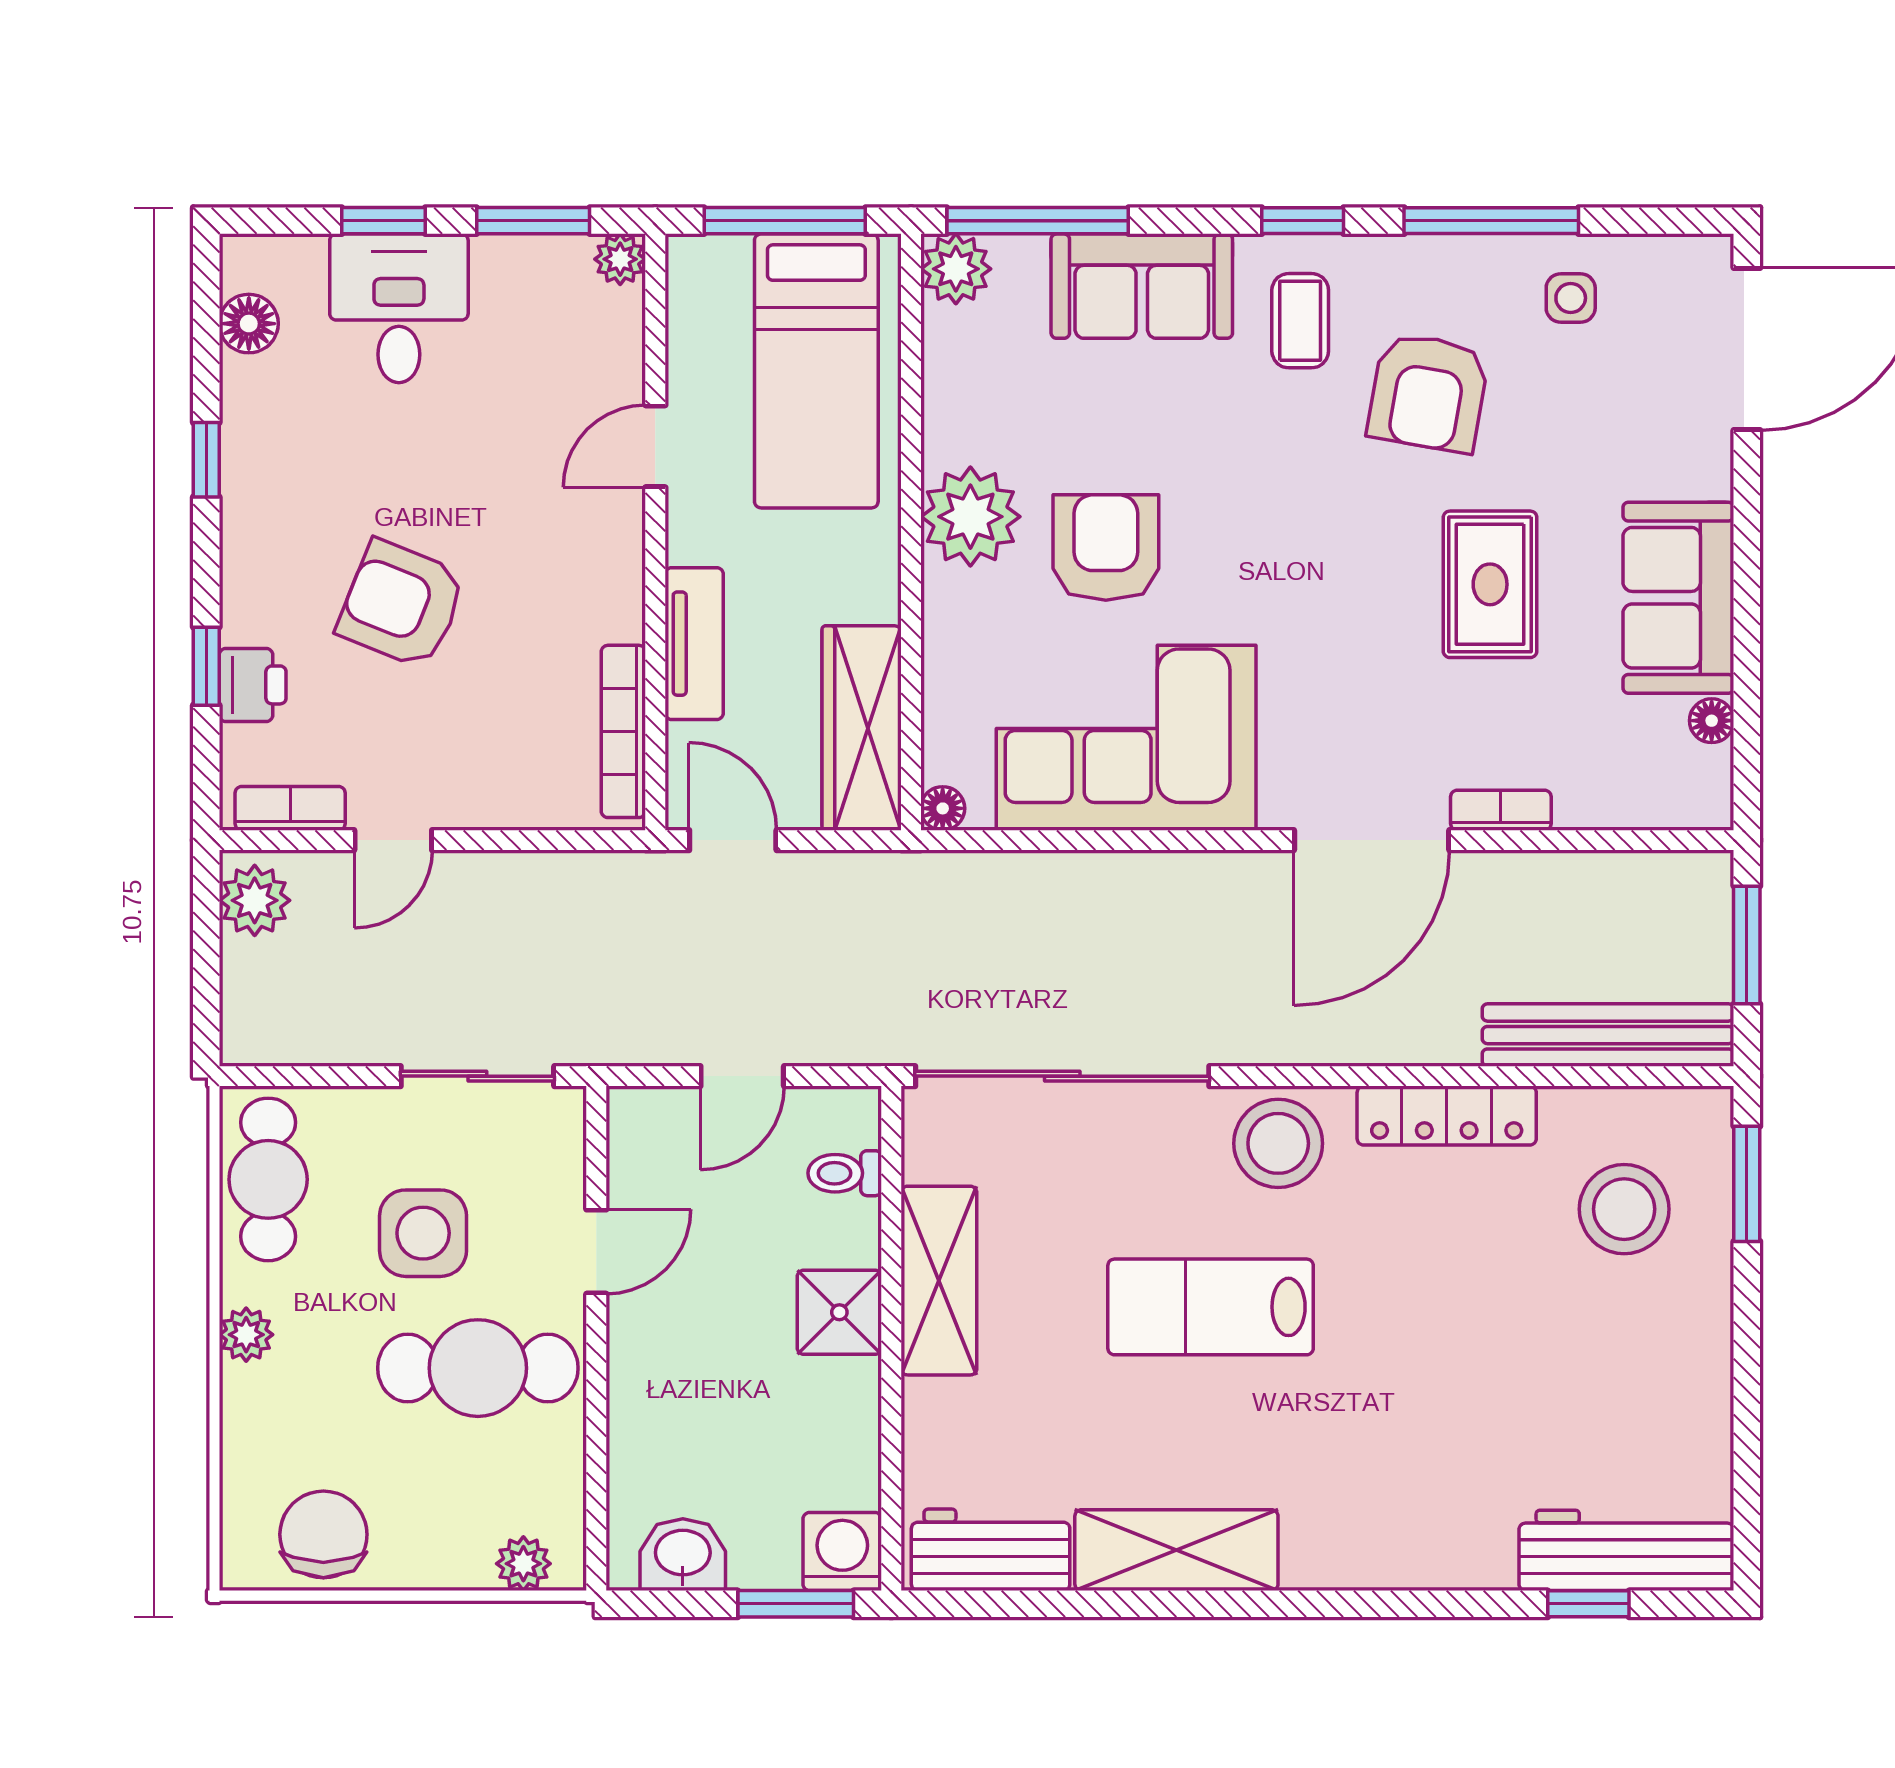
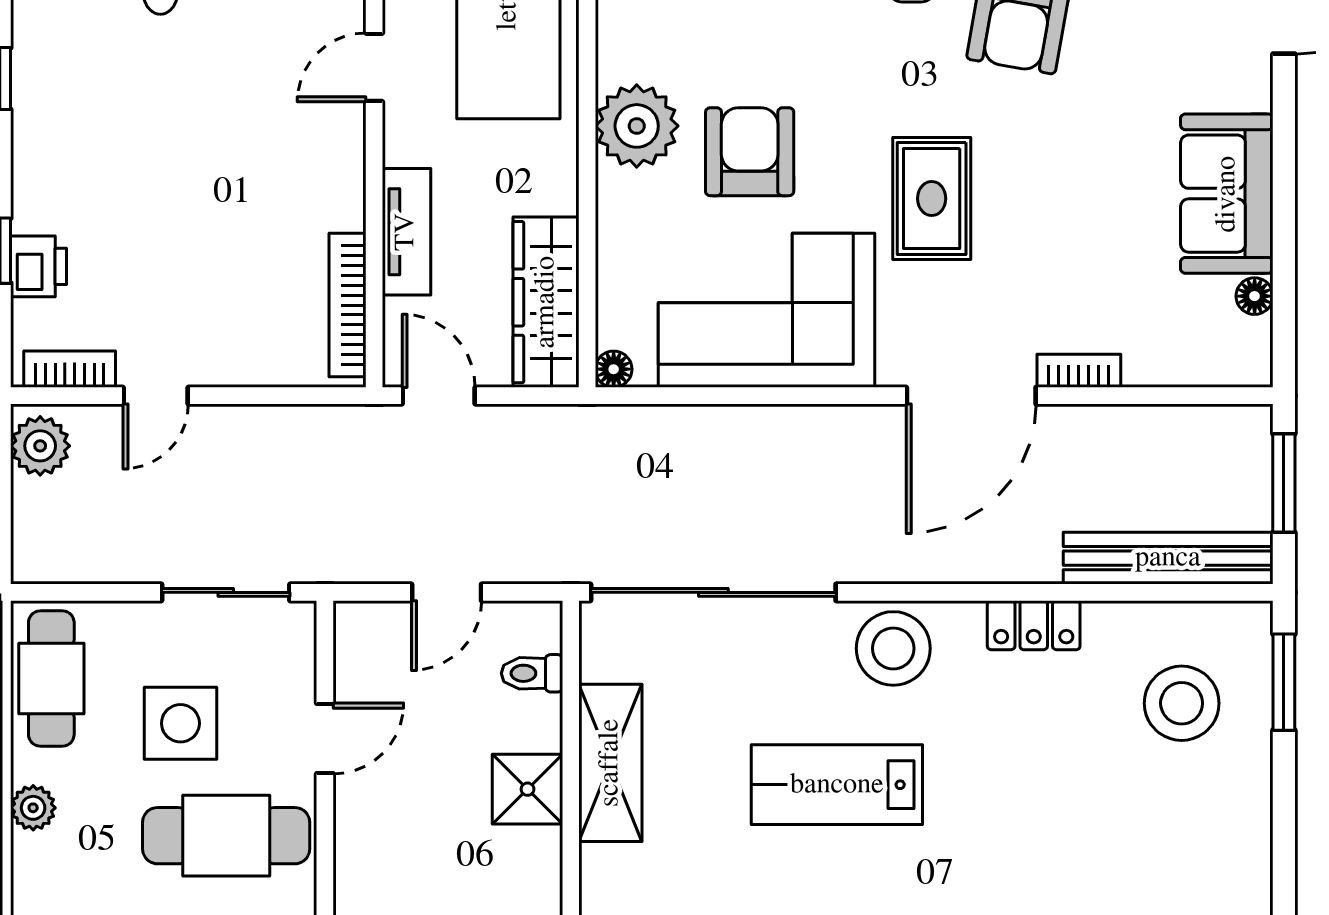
rug: (1490, 584) -> (932, 199), moved
armchair: (402, 604) -> (163, 199), removed
locker: (1447, 1116) -> (1034, 625), width x0.66

